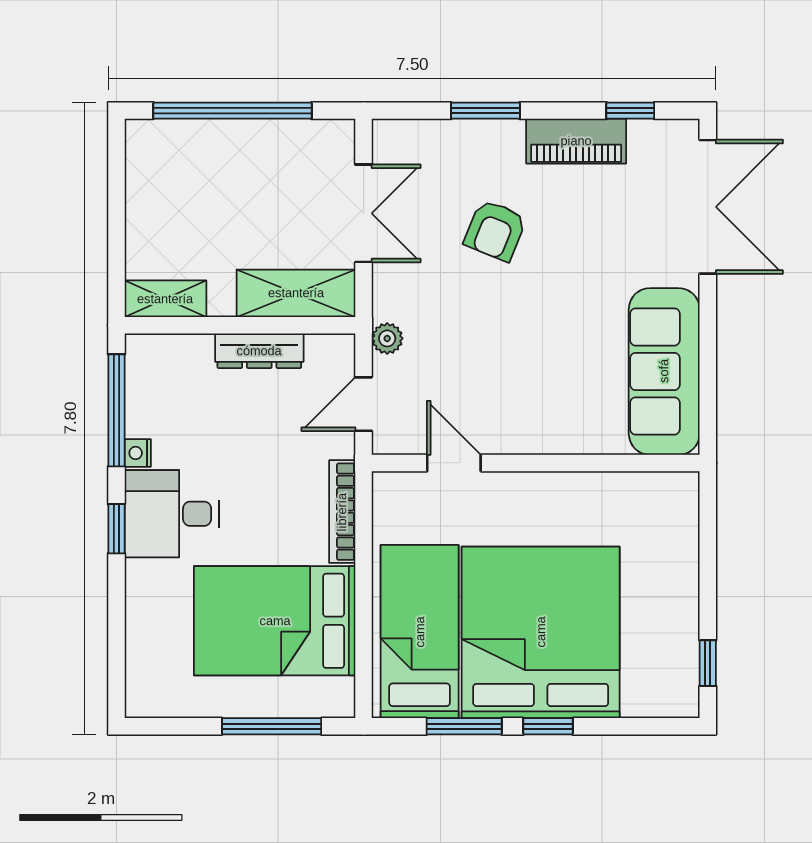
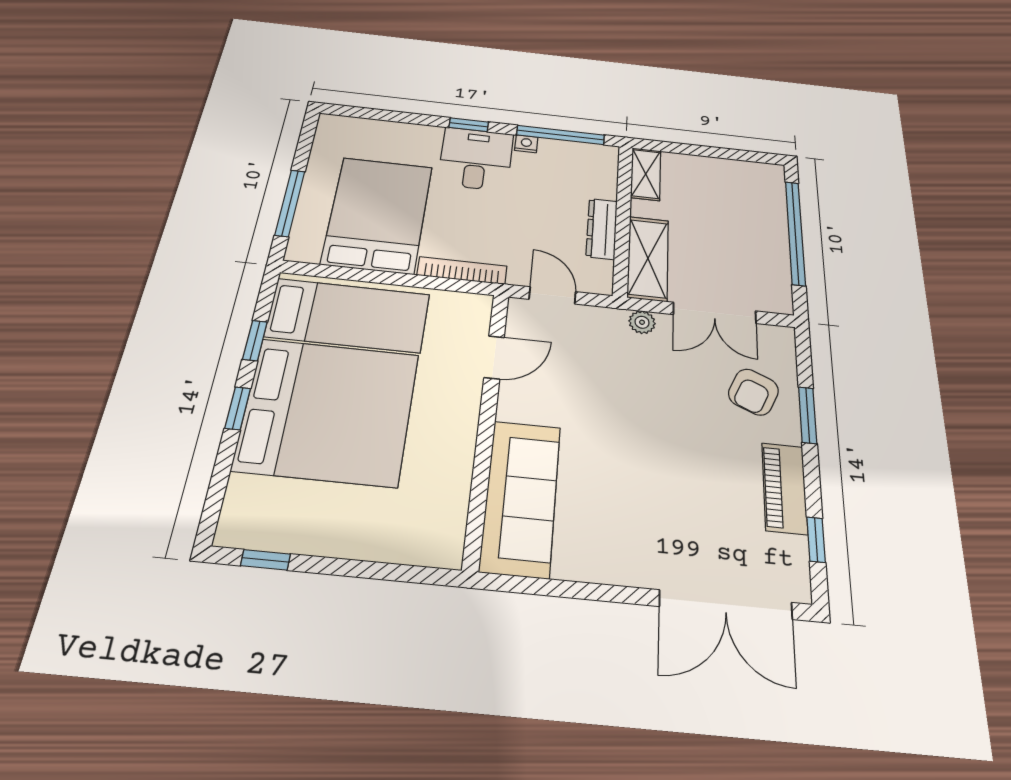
armchair: (495, 230) -> (753, 392), moved, turned -88
plant: (387, 338) -> (642, 322), moved
sofa: (664, 371) -> (521, 497), moved, turned 90
window: (464, 726) -> (255, 341), width x0.67

